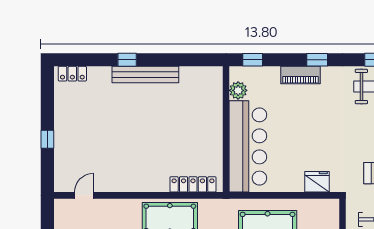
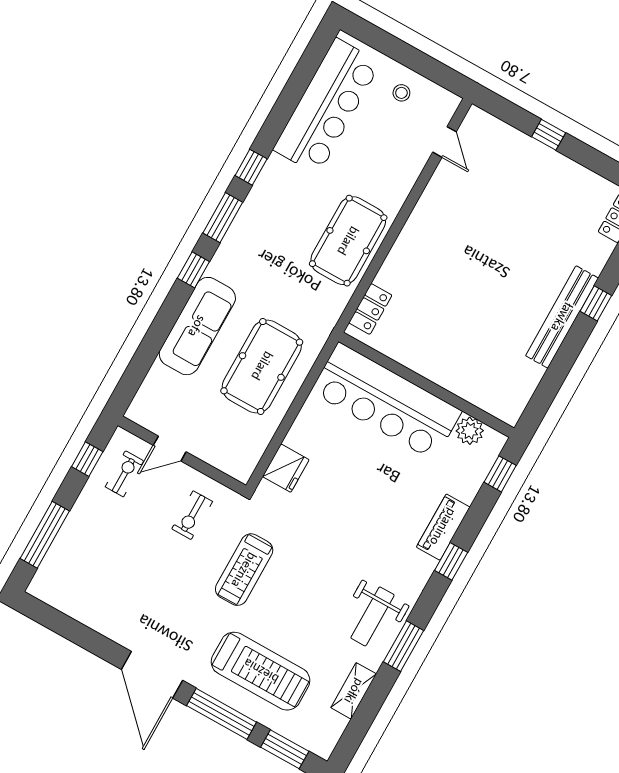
locker: (193, 184) -> (370, 309), width x0.66

